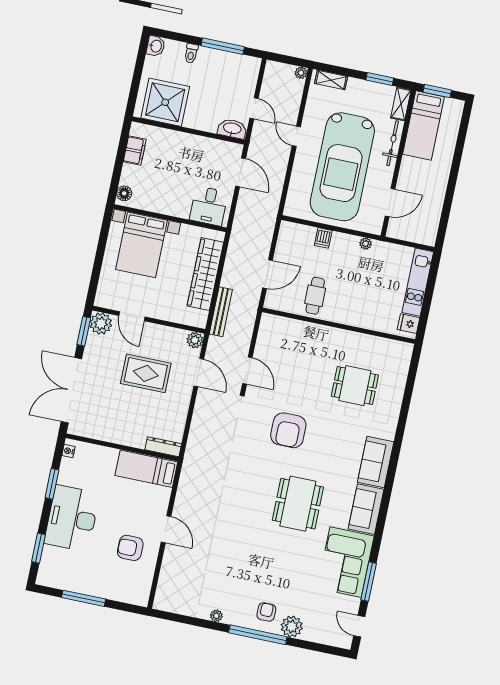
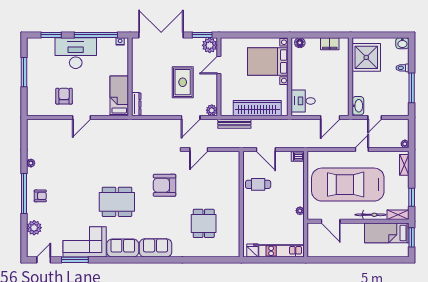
dishwasher: (323, 238) -> (298, 157), moved
window: (52, 484) -> (96, 35), width x2.11
plant: (292, 627) -> (34, 228), moved

